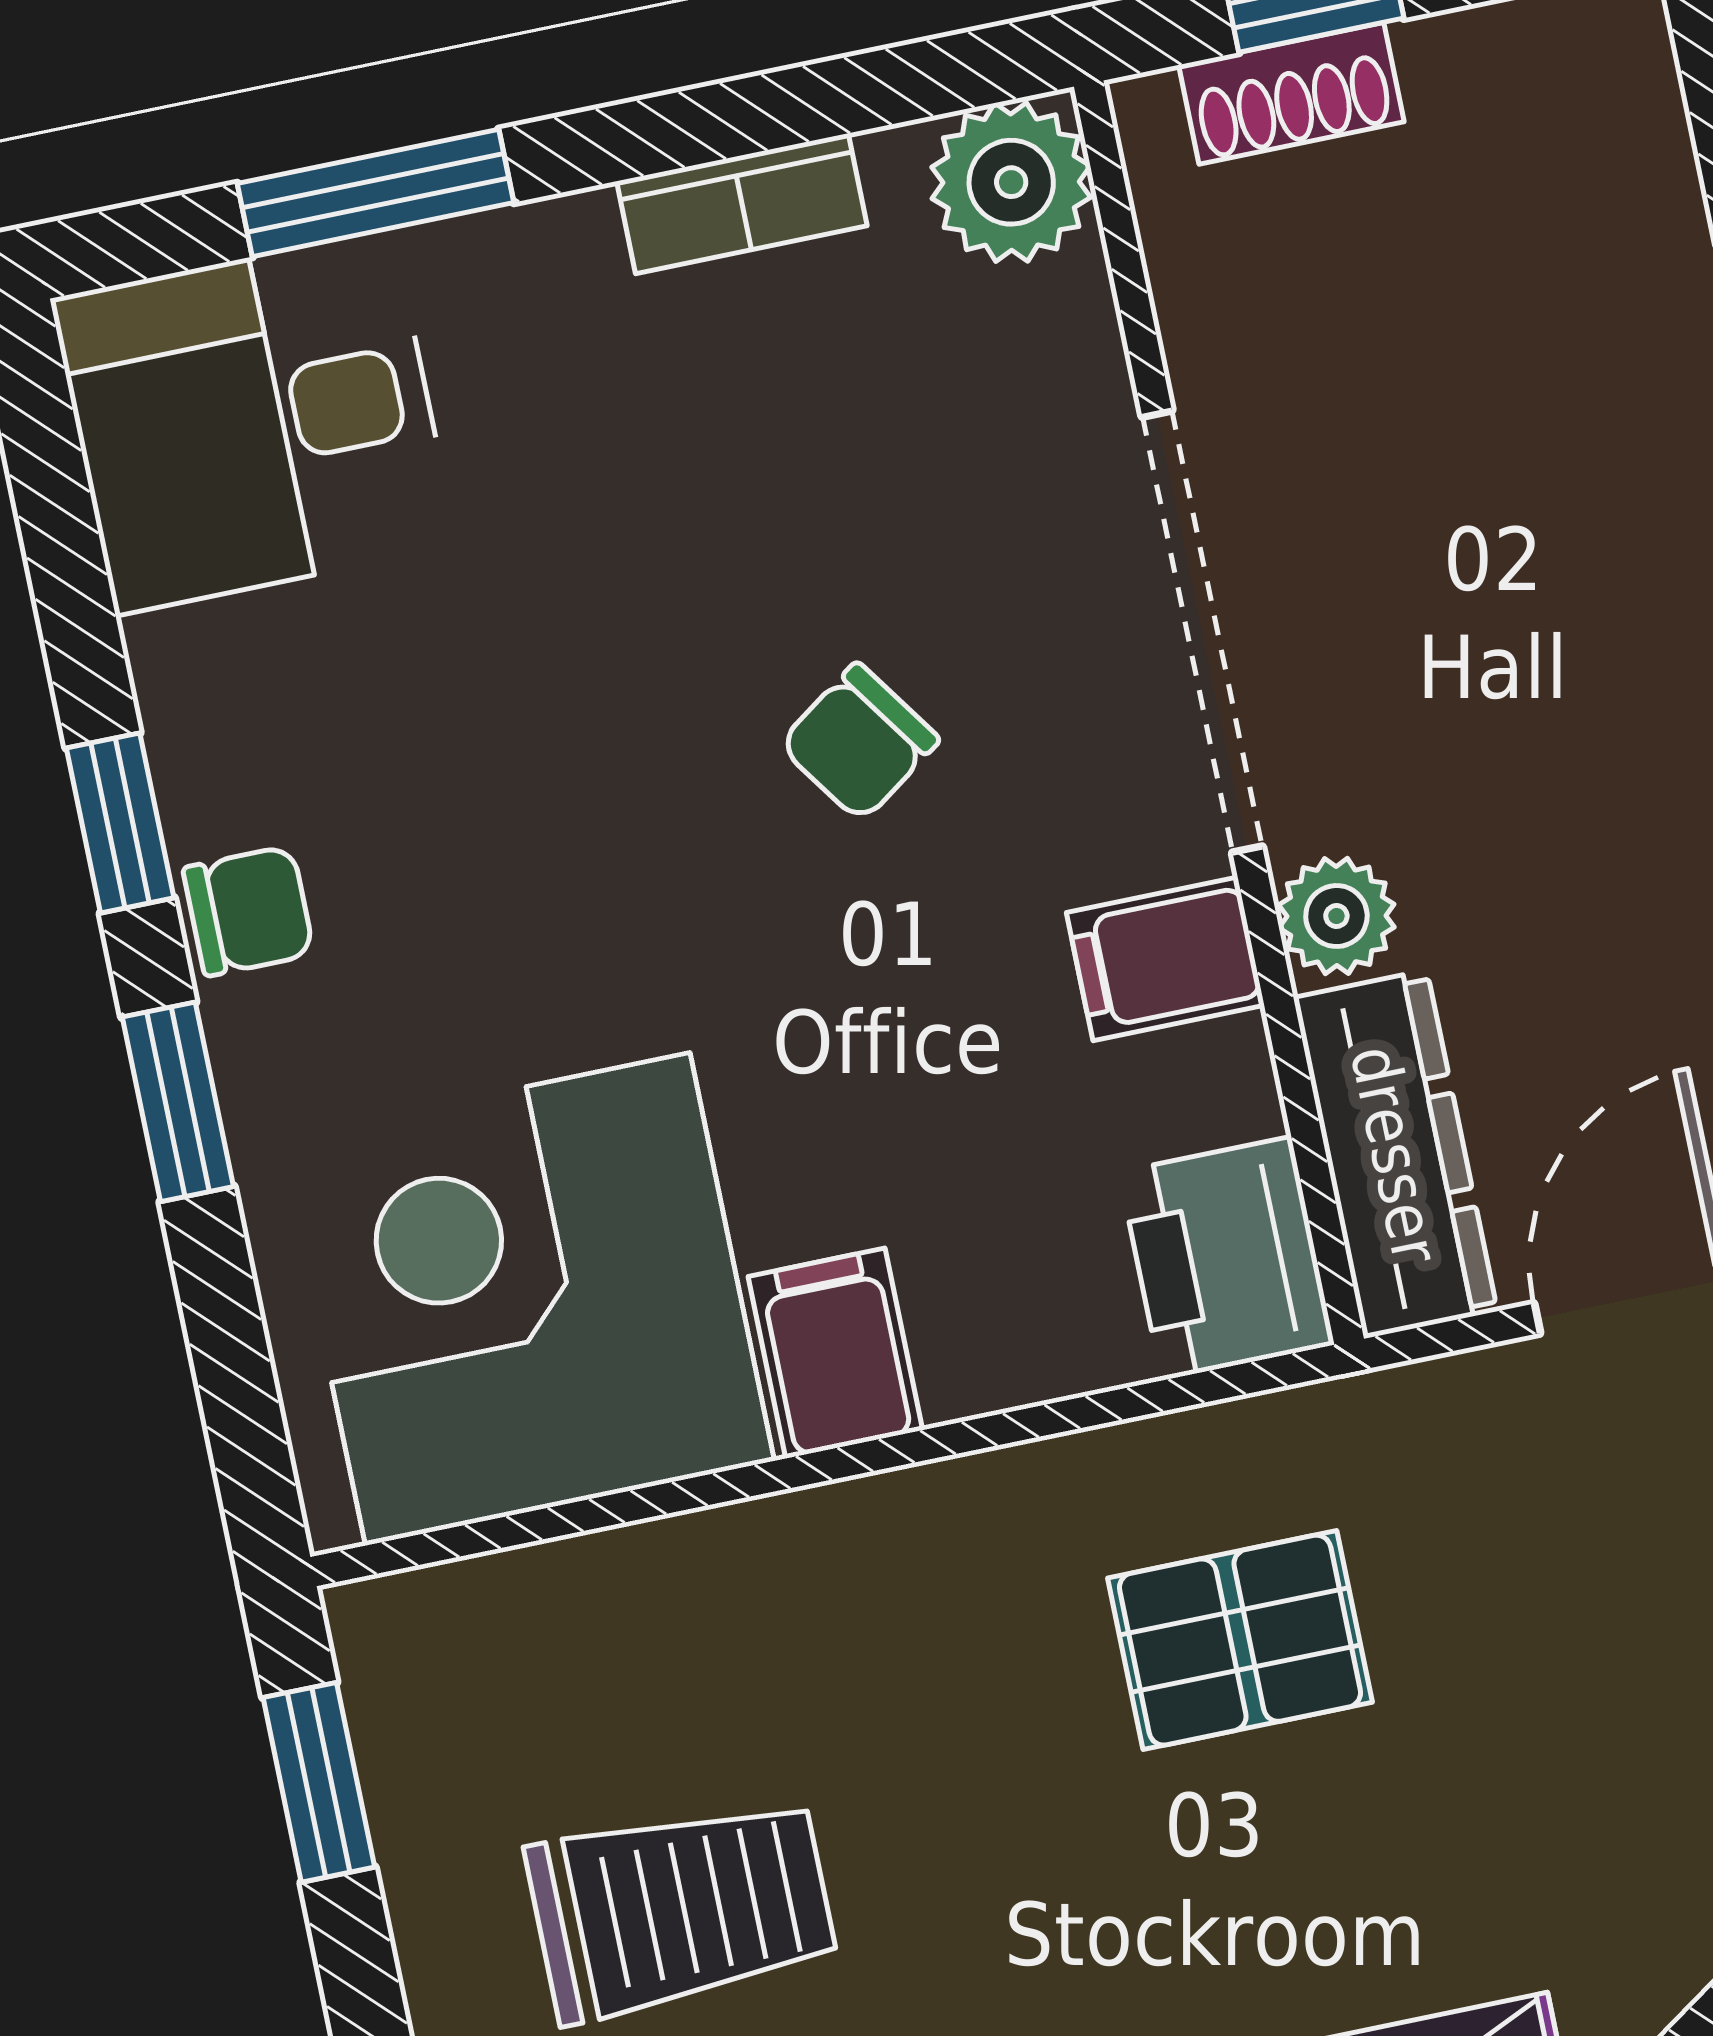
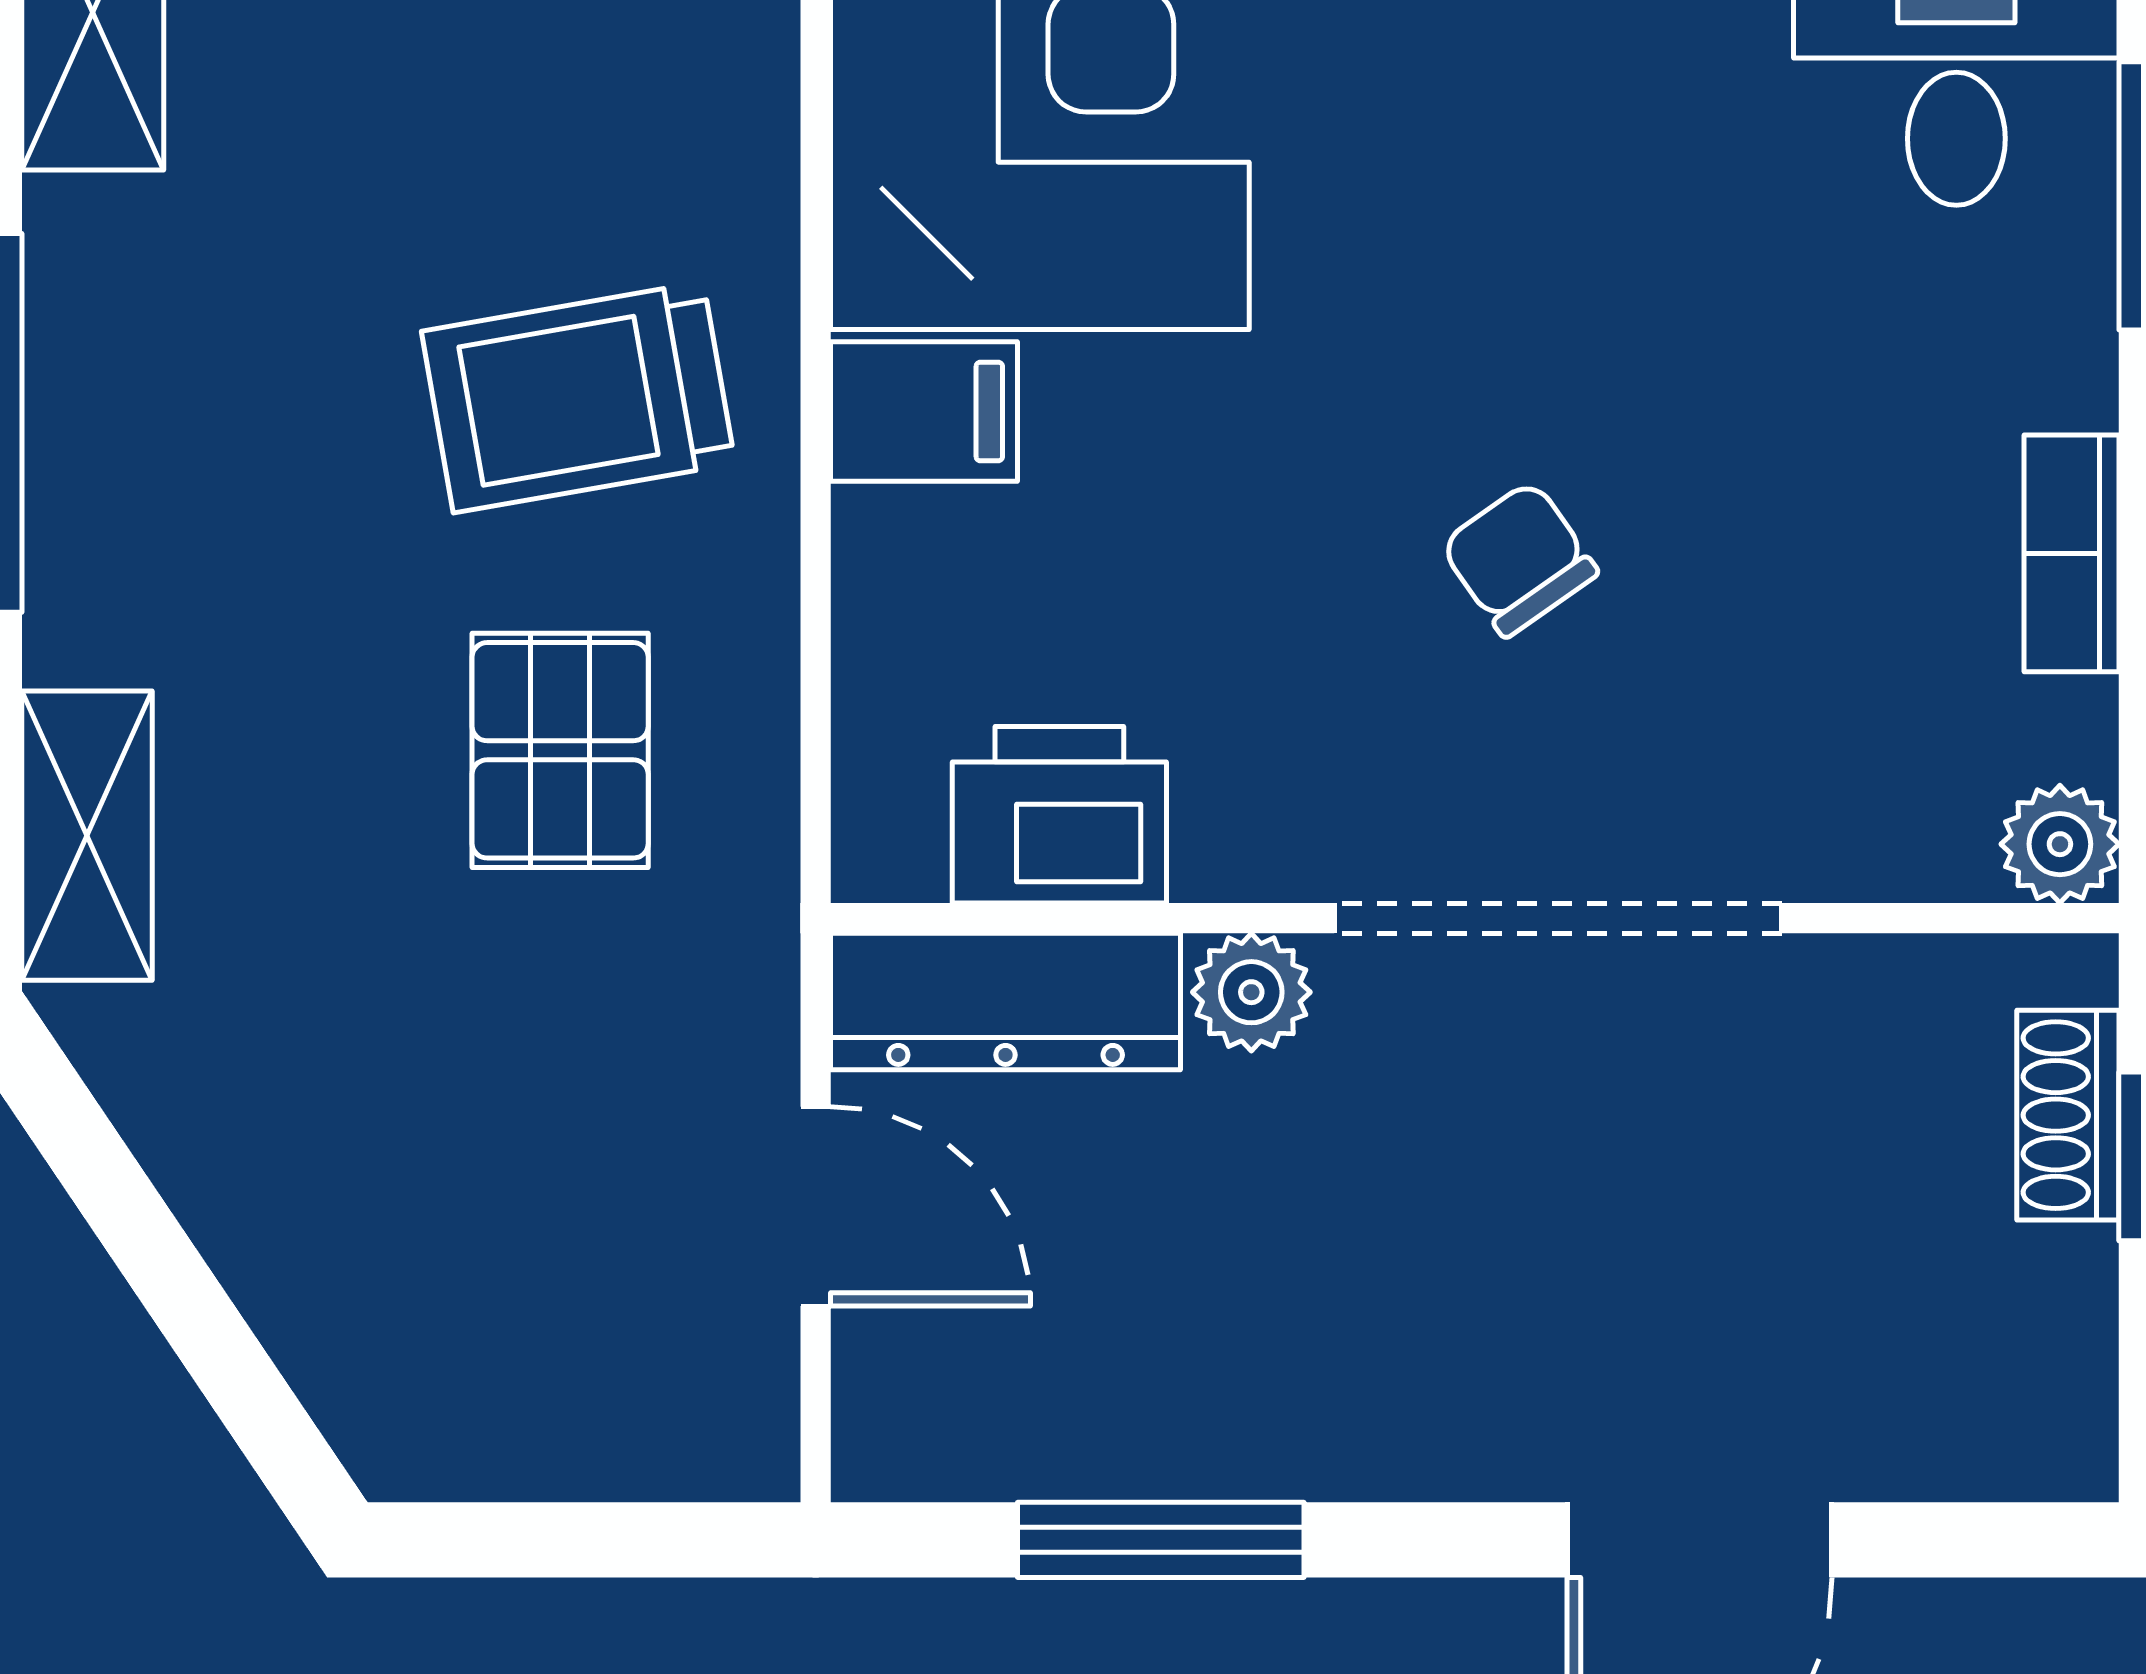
plant: (1011, 182) -> (2060, 844), width x0.73, depth x0.73
filing cabinet: (1165, 959) -> (1244, 816), removed
printer: (1227, 1258) -> (1059, 815), moved
trolley: (682, 1908) -> (578, 397), moved, turned 80

